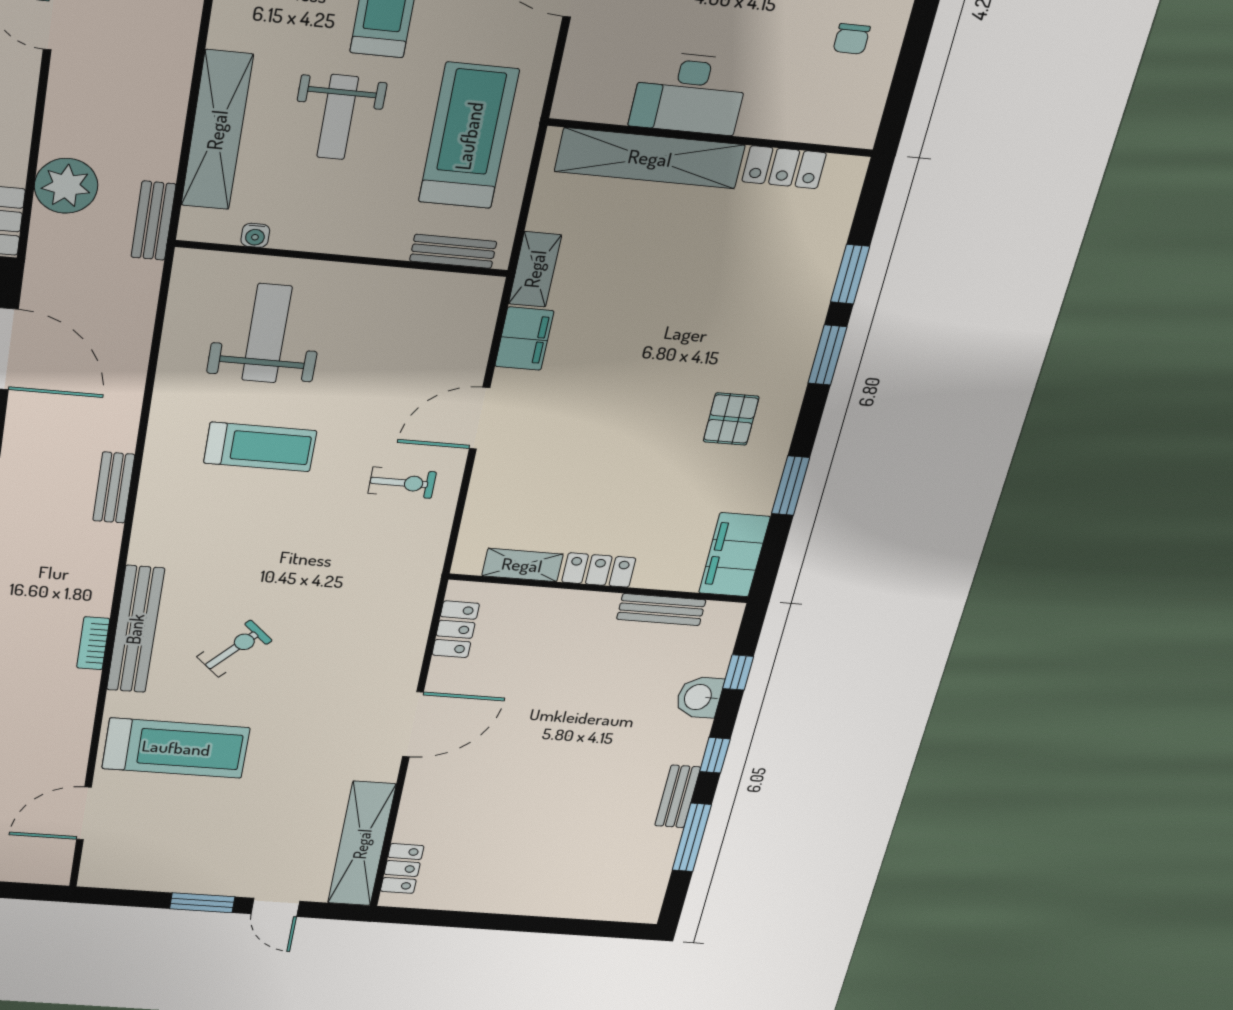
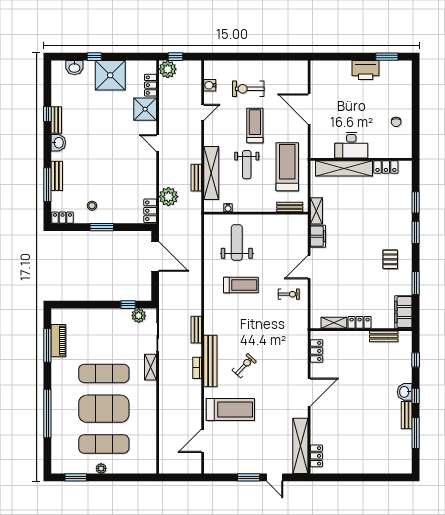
bench: (153, 221) -> (196, 178), moved
bench: (114, 488) -> (196, 330), moved
washbasin: (699, 697) -> (405, 392), moved

